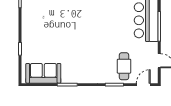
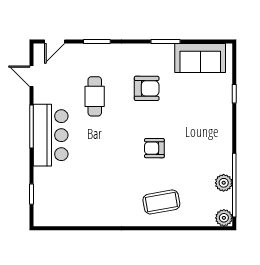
armchair: (75, 11) -> (154, 148), added
armchair: (80, 52) -> (147, 88), added
cafe table: (124, 66) -> (95, 96), moved

